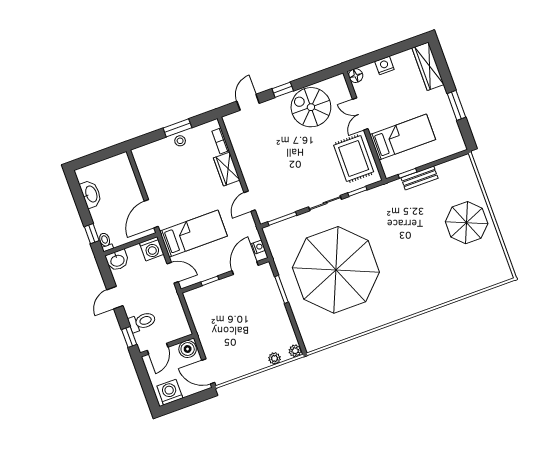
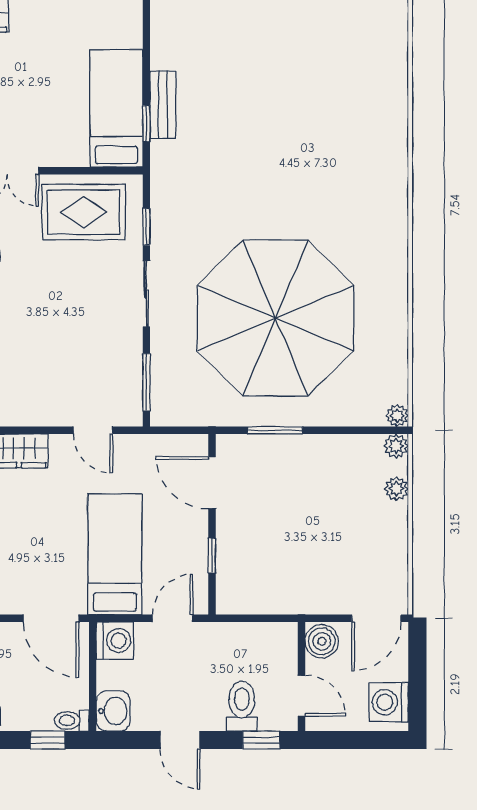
bed: (403, 137) -> (116, 108), moved
parasol: (467, 223) -> (275, 48), removed
nightstand: (259, 247) -> (182, 444), removed
plant: (310, 346) -> (397, 416), added

